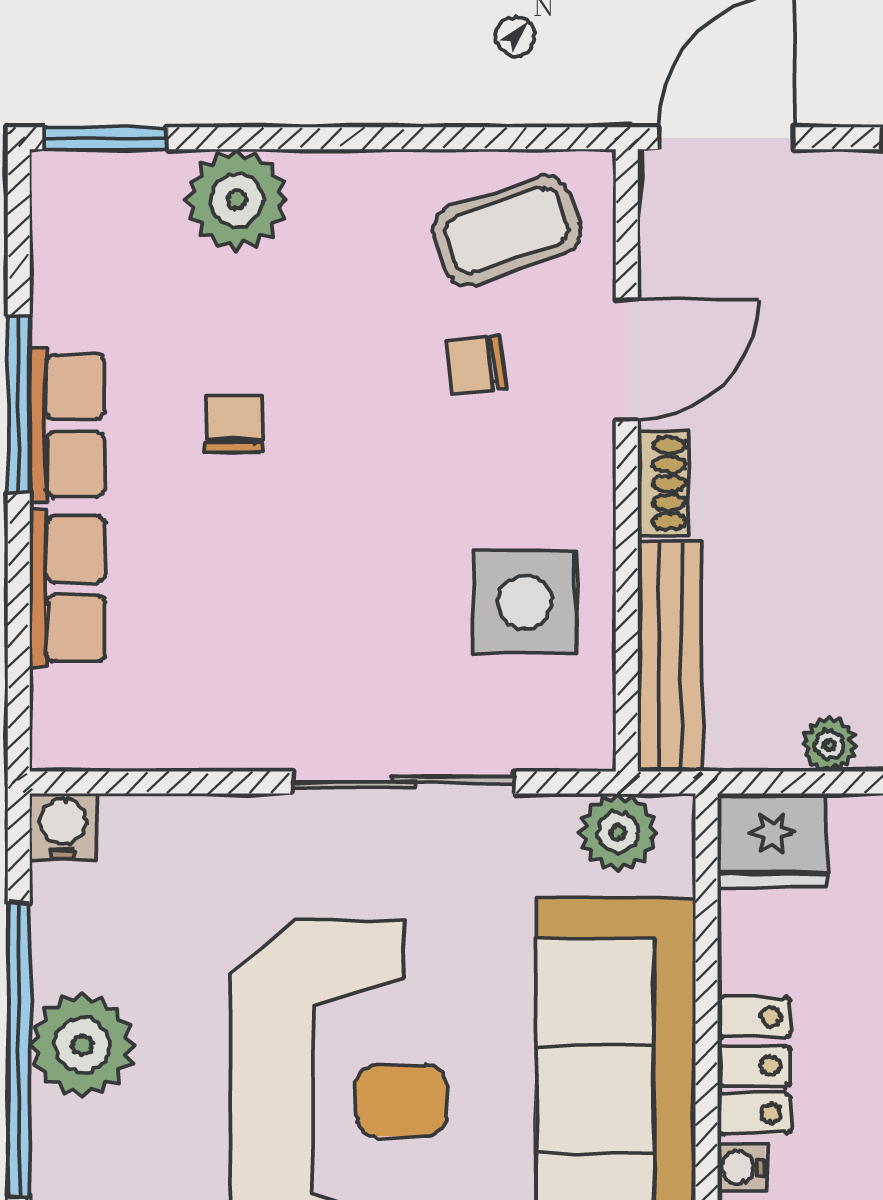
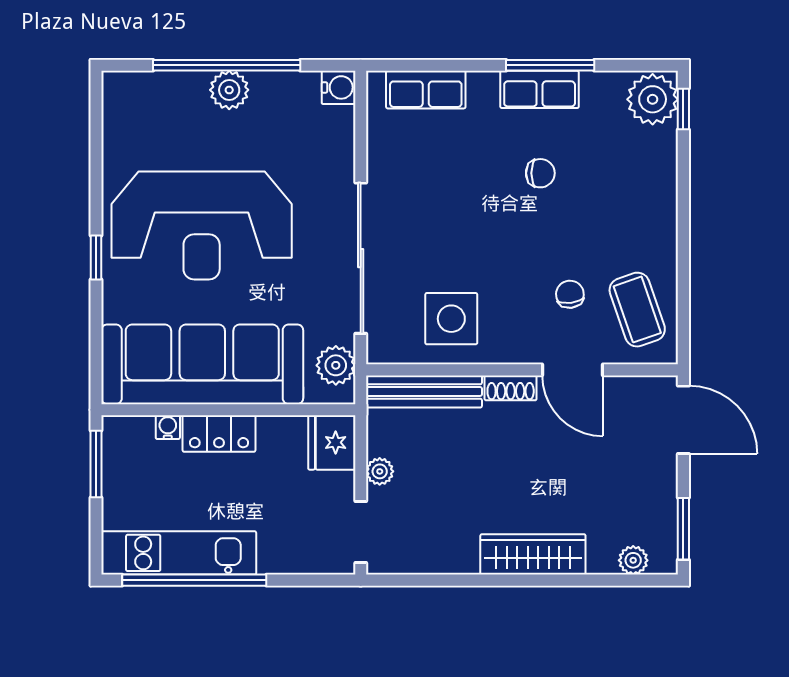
window: (106, 138) -> (683, 109), width x0.67
plant: (237, 200) -> (653, 99), moved
row of seats: (67, 588) -> (426, 90), moved
sliding door: (404, 783) -> (361, 258), width x1.36
plant: (82, 1045) -> (229, 90), width x0.73, depth x0.73

